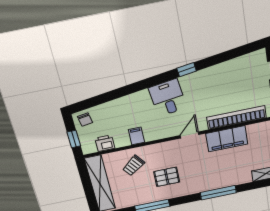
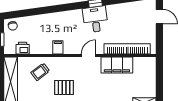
desk: (168, 98) -> (95, 19), moved
filing cabinet: (136, 136) -> (58, 47), moved

